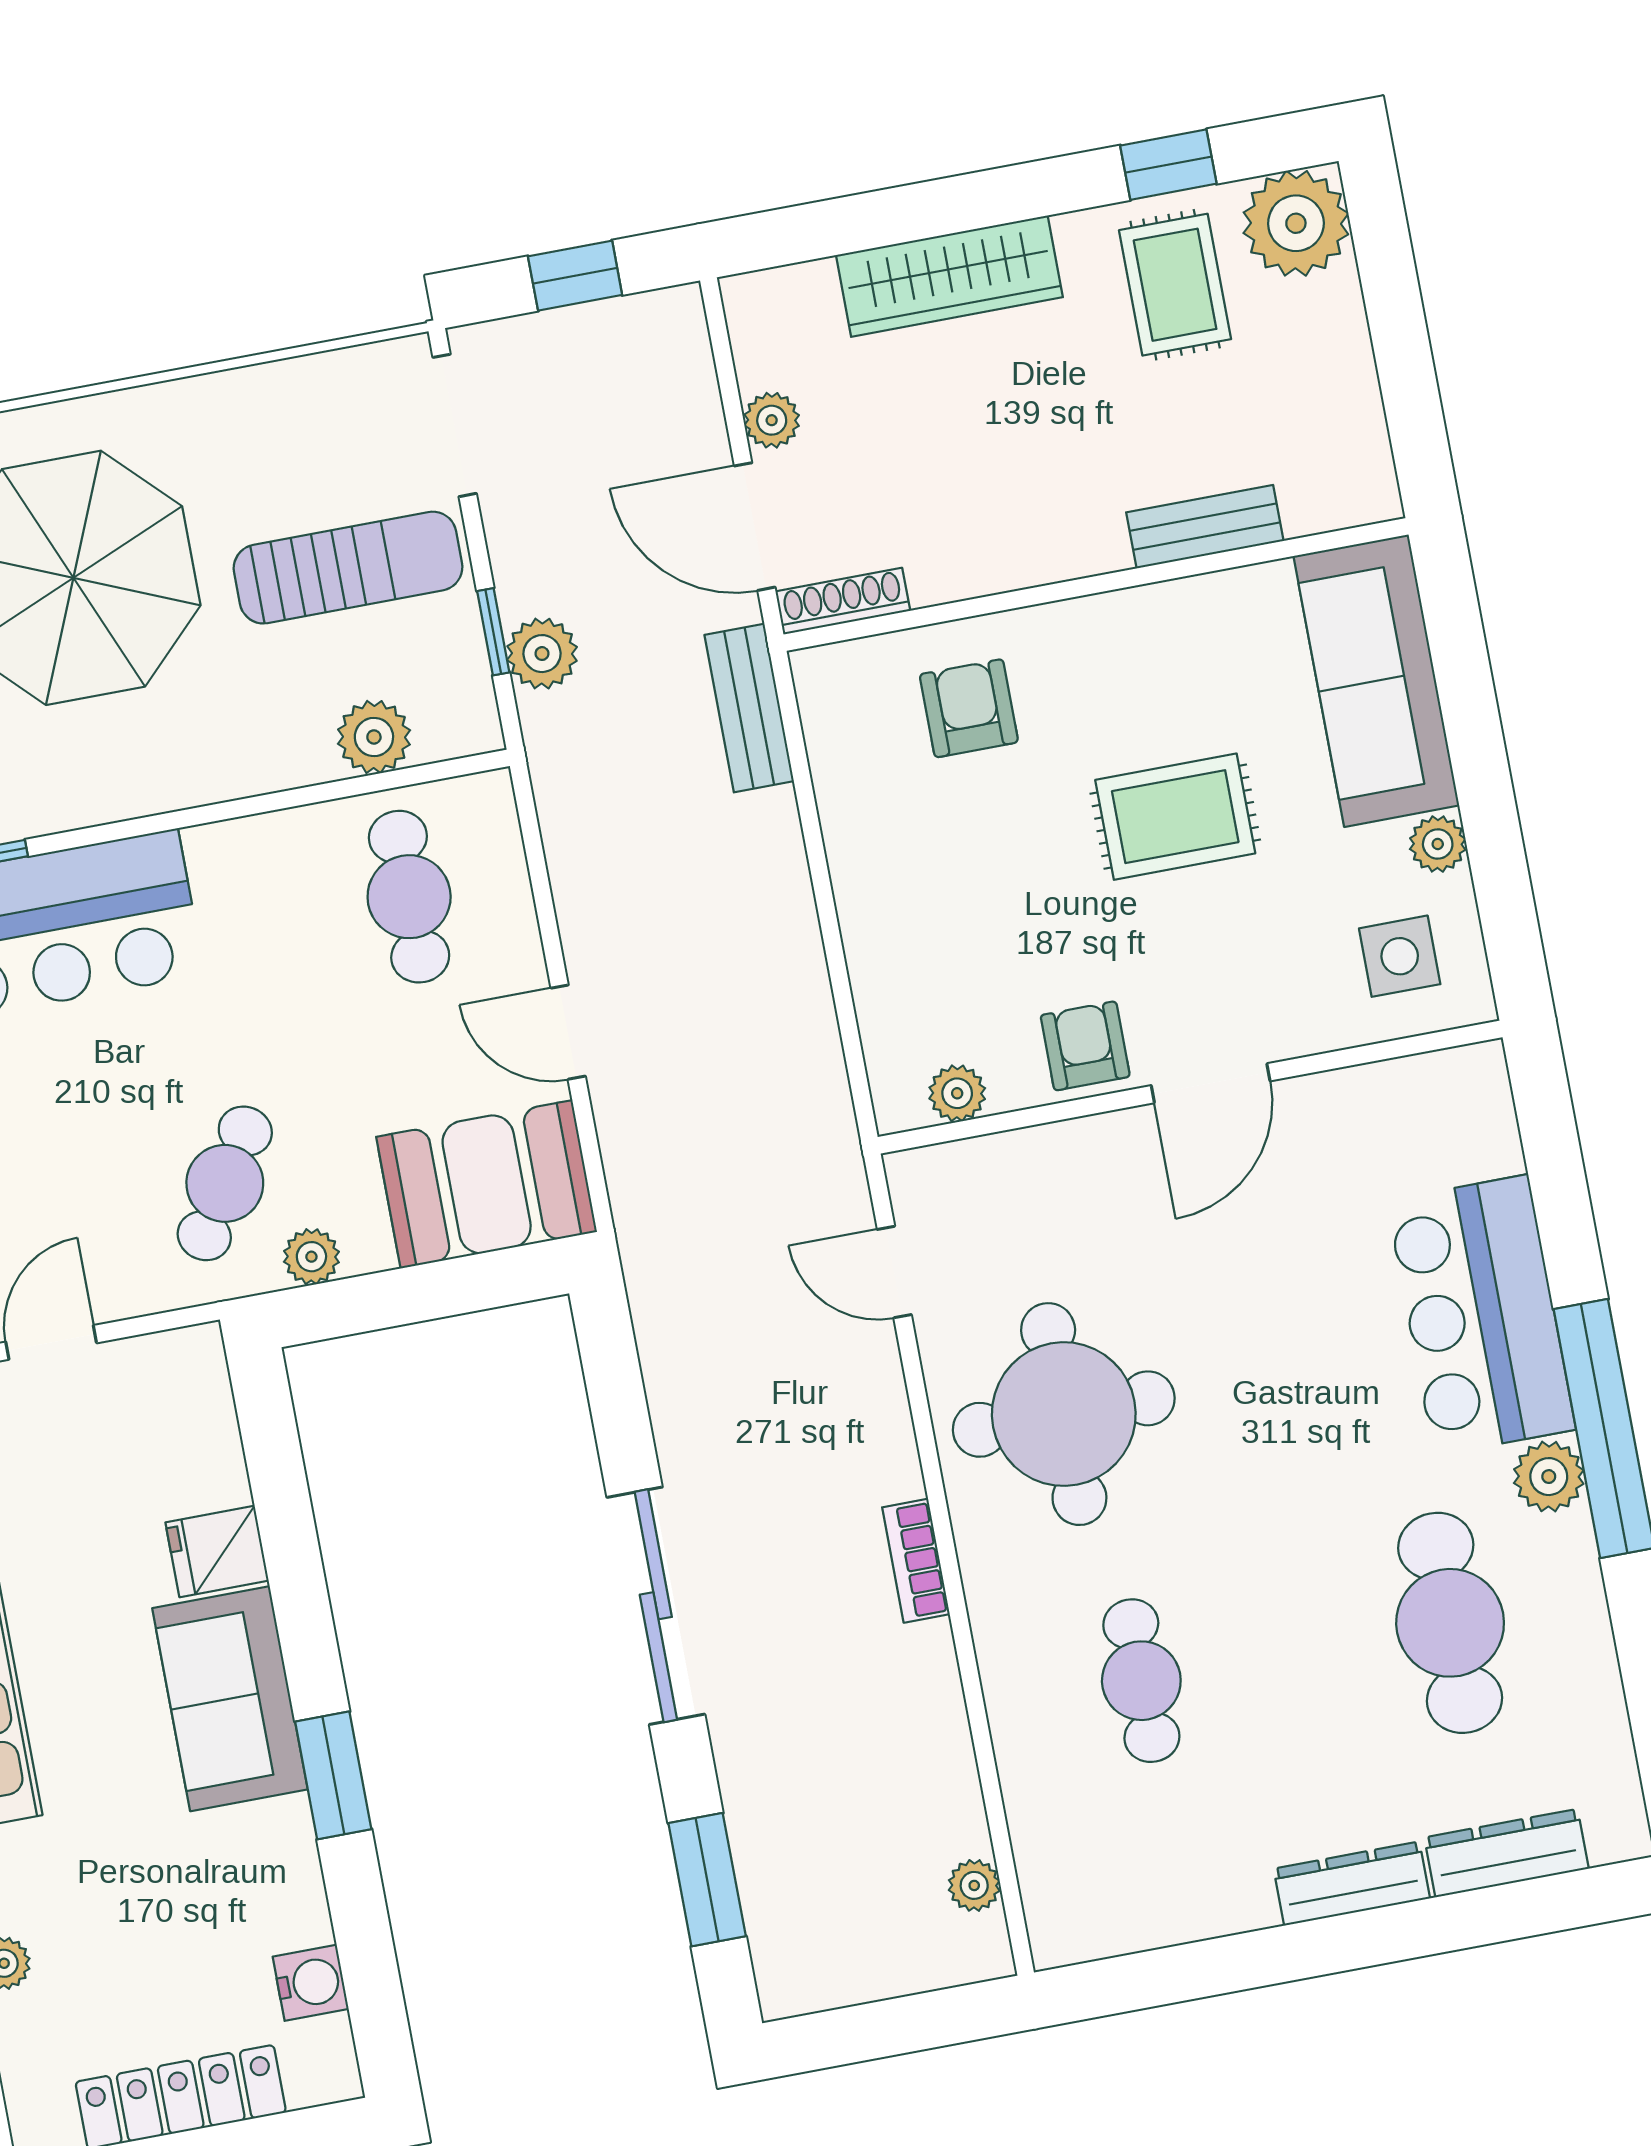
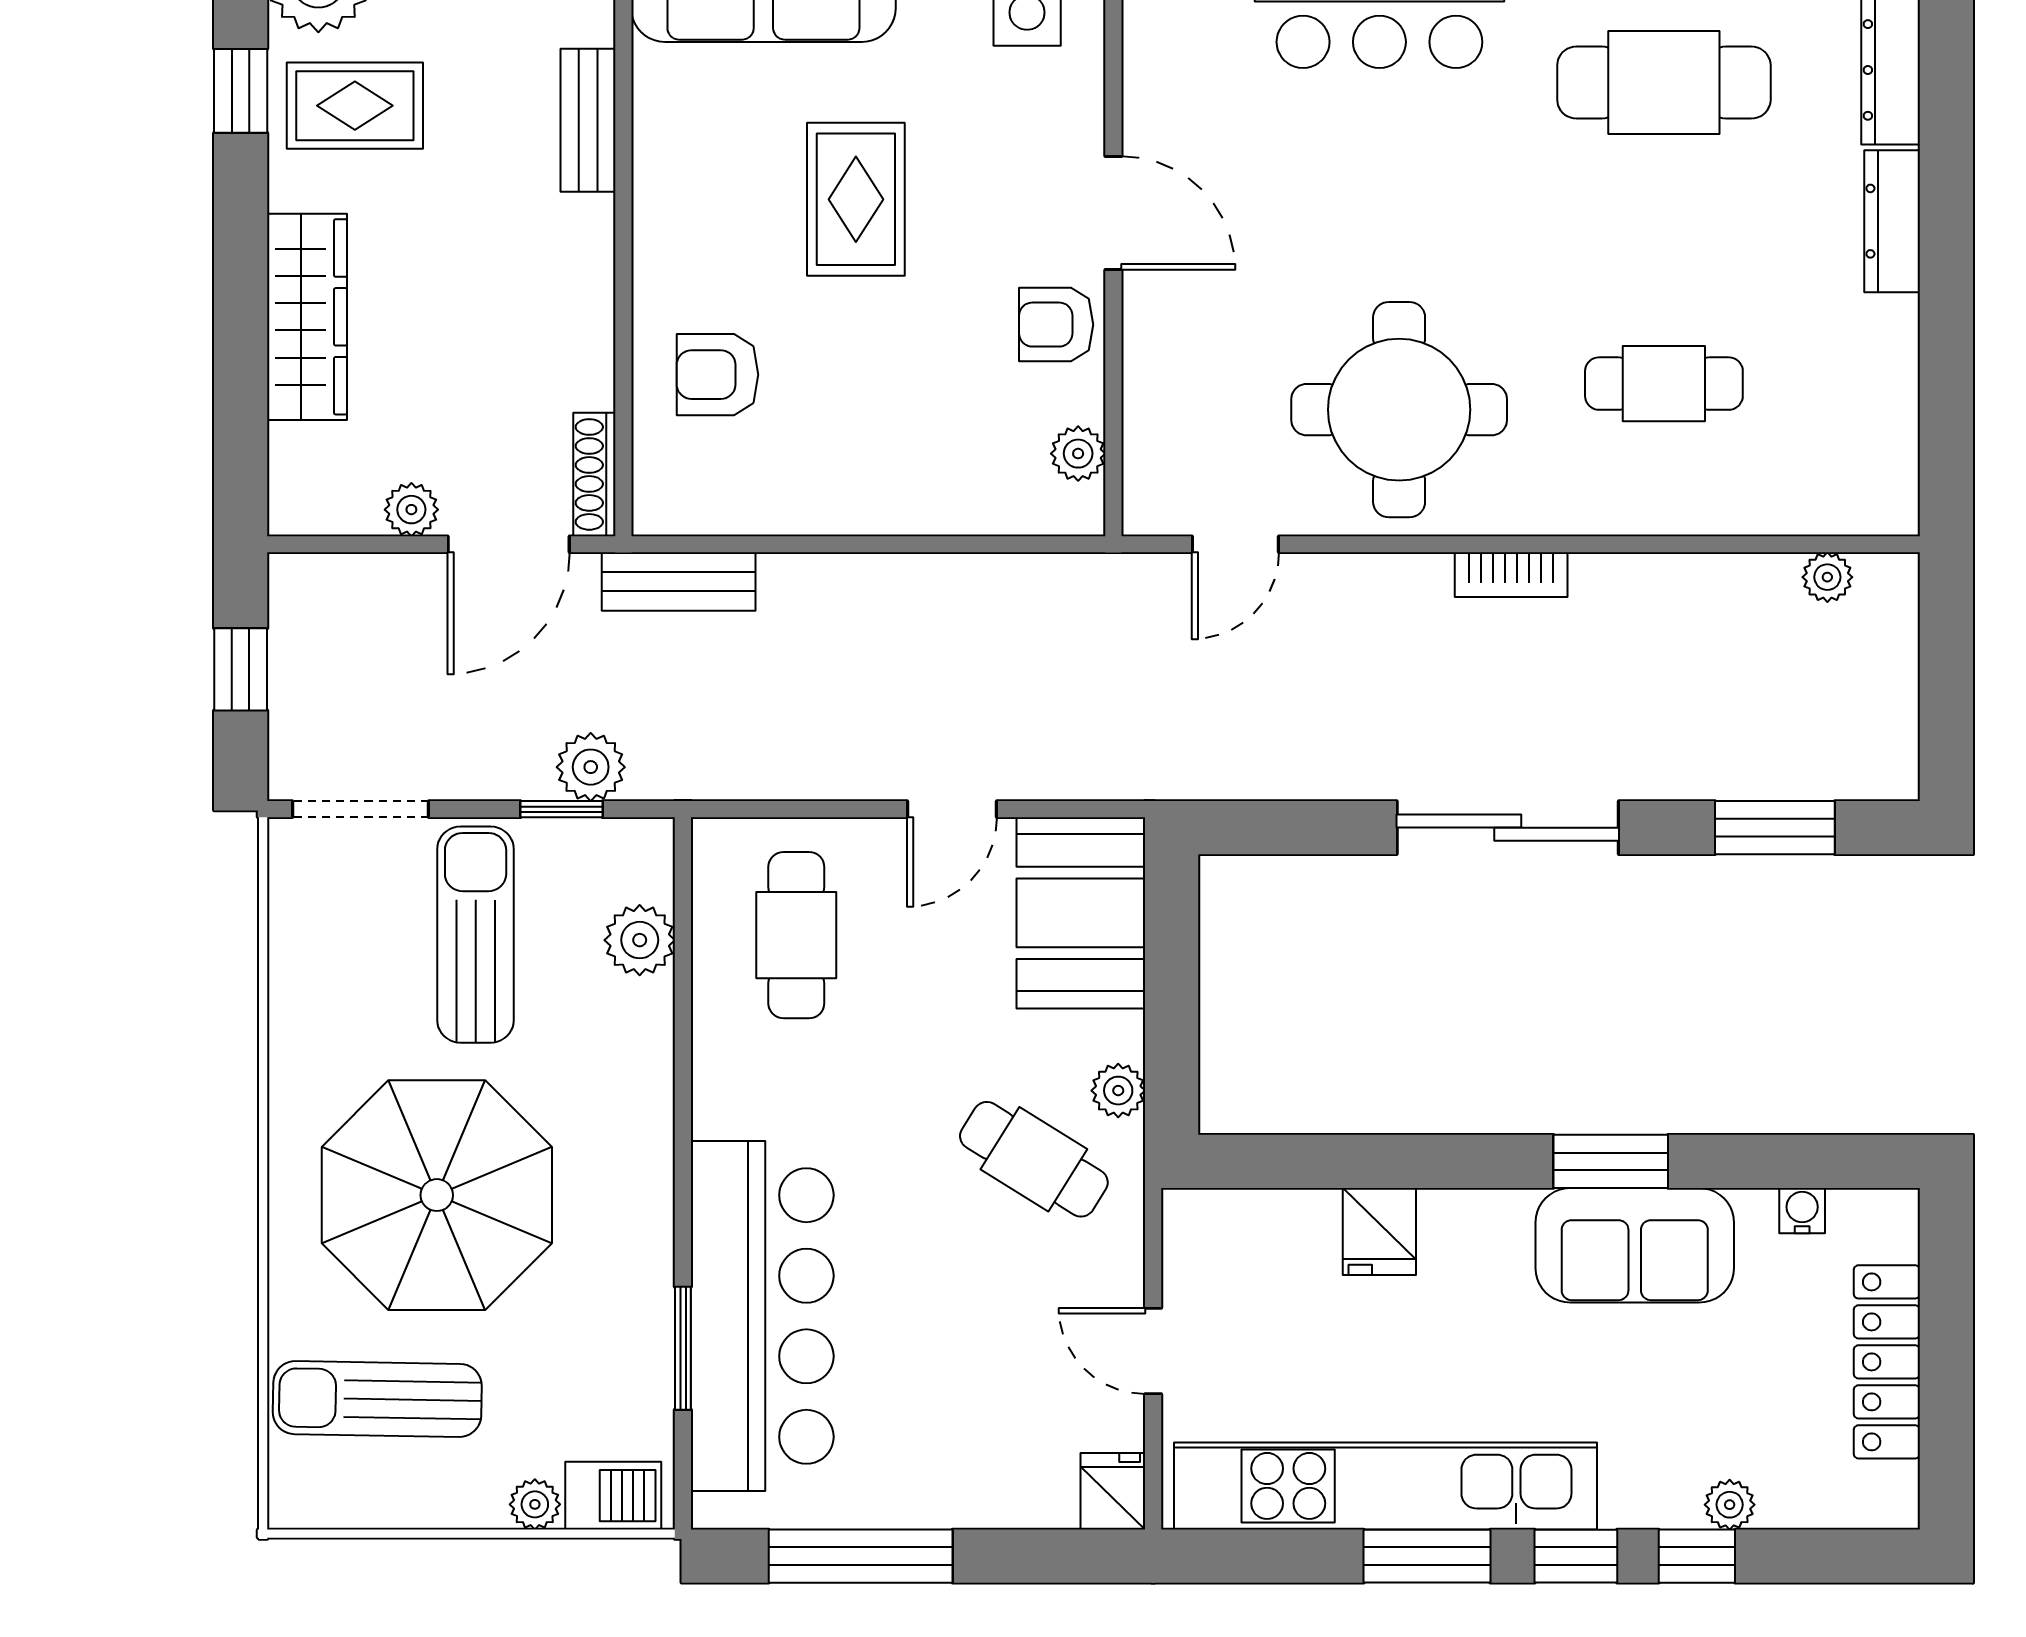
cafe table: (409, 897) -> (796, 935), turned 90
sofa: (230, 1699) -> (1635, 1245), moved
water cooler: (311, 1983) -> (1802, 1211), width x0.72, depth x0.72

